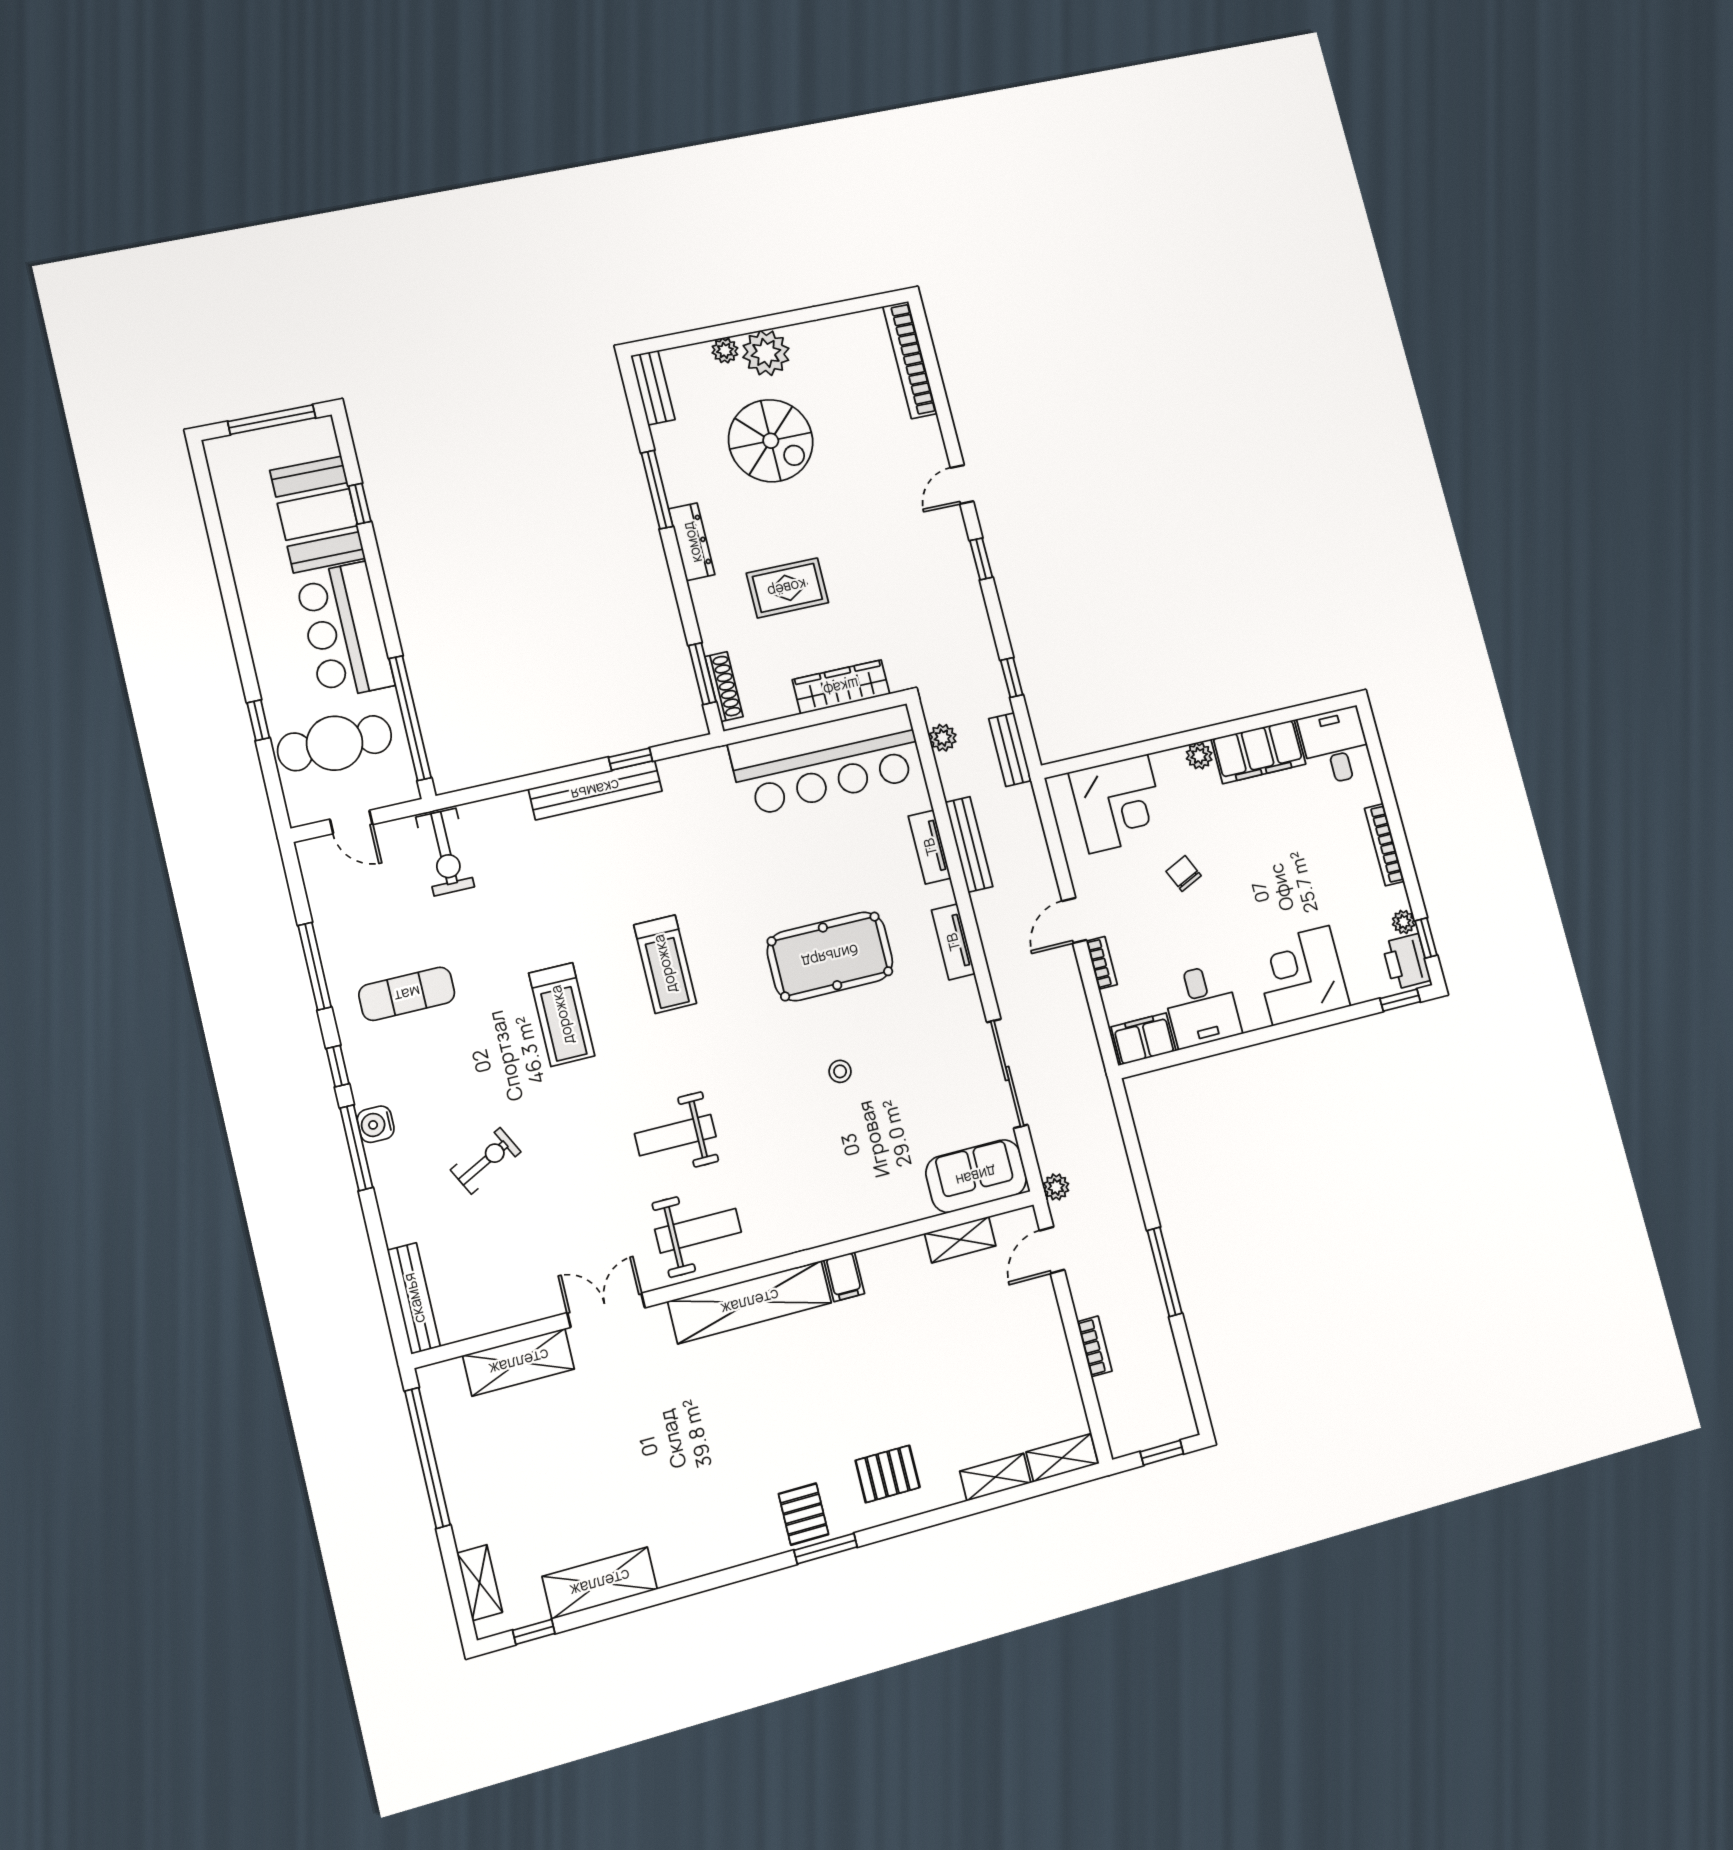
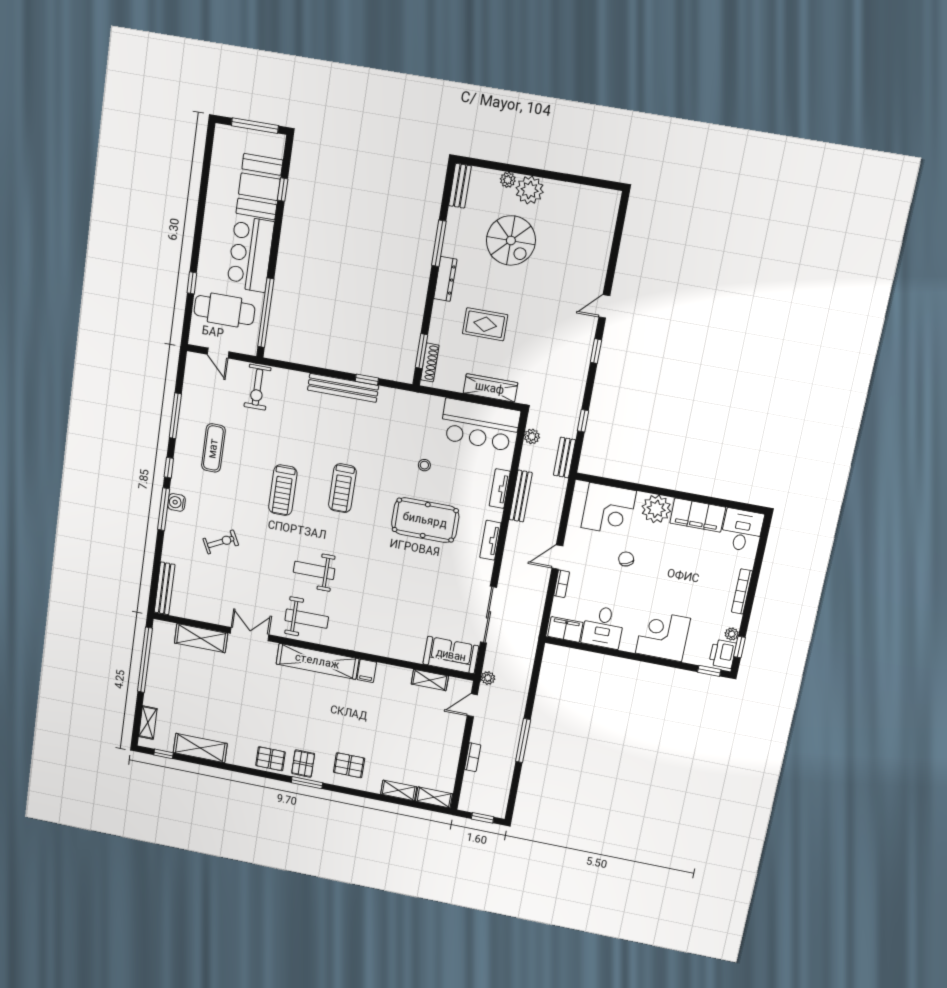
bookcase: (910, 360) -> (608, 225), removed
plant: (1199, 756) -> (656, 509), width x1.88, depth x1.88
bar counter: (827, 760) -> (480, 425), width x0.73
exercise mat: (407, 994) -> (213, 448), turned 90
stool: (840, 1071) -> (424, 465), moved
pallet: (740, 1536) -> (270, 759), added

